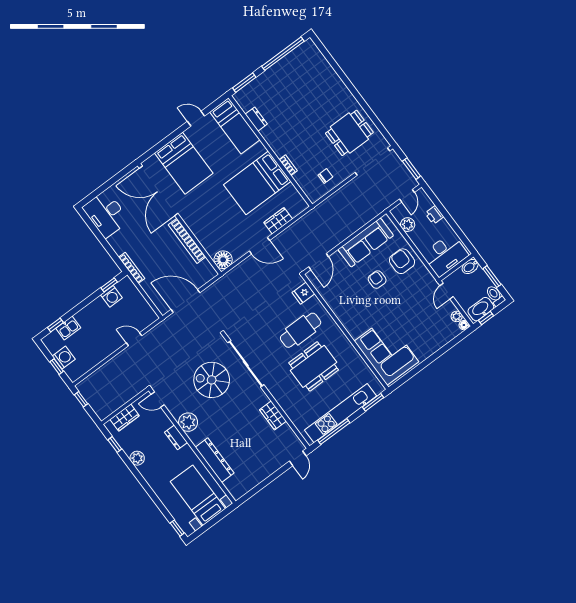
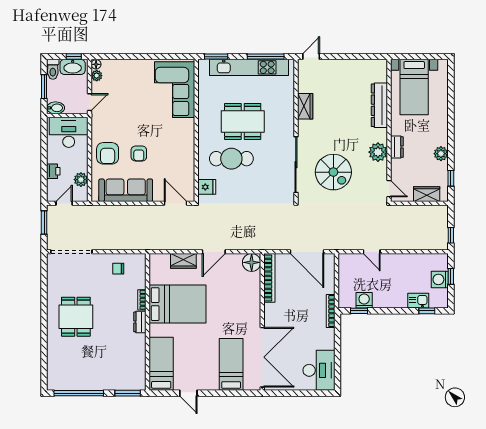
dresser: (256, 119) -> (140, 322), moved
dining table: (349, 133) -> (76, 317), moved, turned 90
bed: (184, 163) -> (231, 364), width x0.67
bookcase: (187, 241) -> (269, 278), moved
door: (259, 246) -> (214, 252), swing flipped
door: (319, 262) -> (175, 203), hinge flipped
window: (177, 528) -> (451, 73), removed

